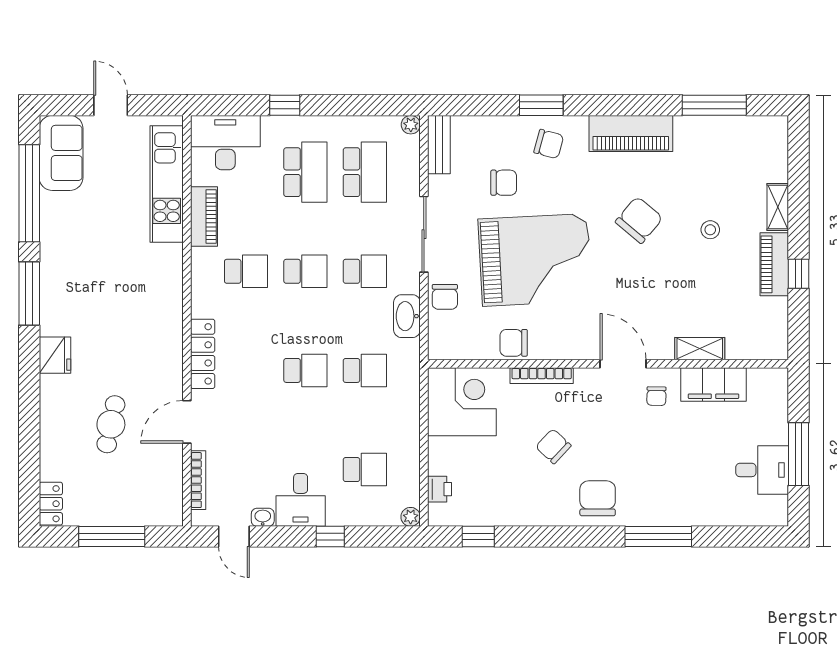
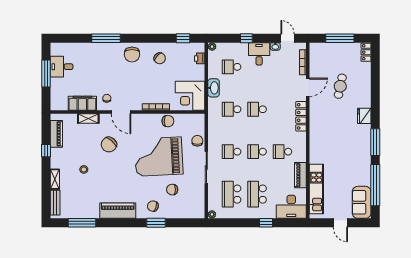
bench: (439, 145) -> (55, 203), moved
chair: (639, 220) -> (109, 145), moved
piano: (774, 264) -> (56, 134), moved
washbasin: (407, 316) -> (214, 88), moved
chair: (553, 446) -> (160, 58), moved

